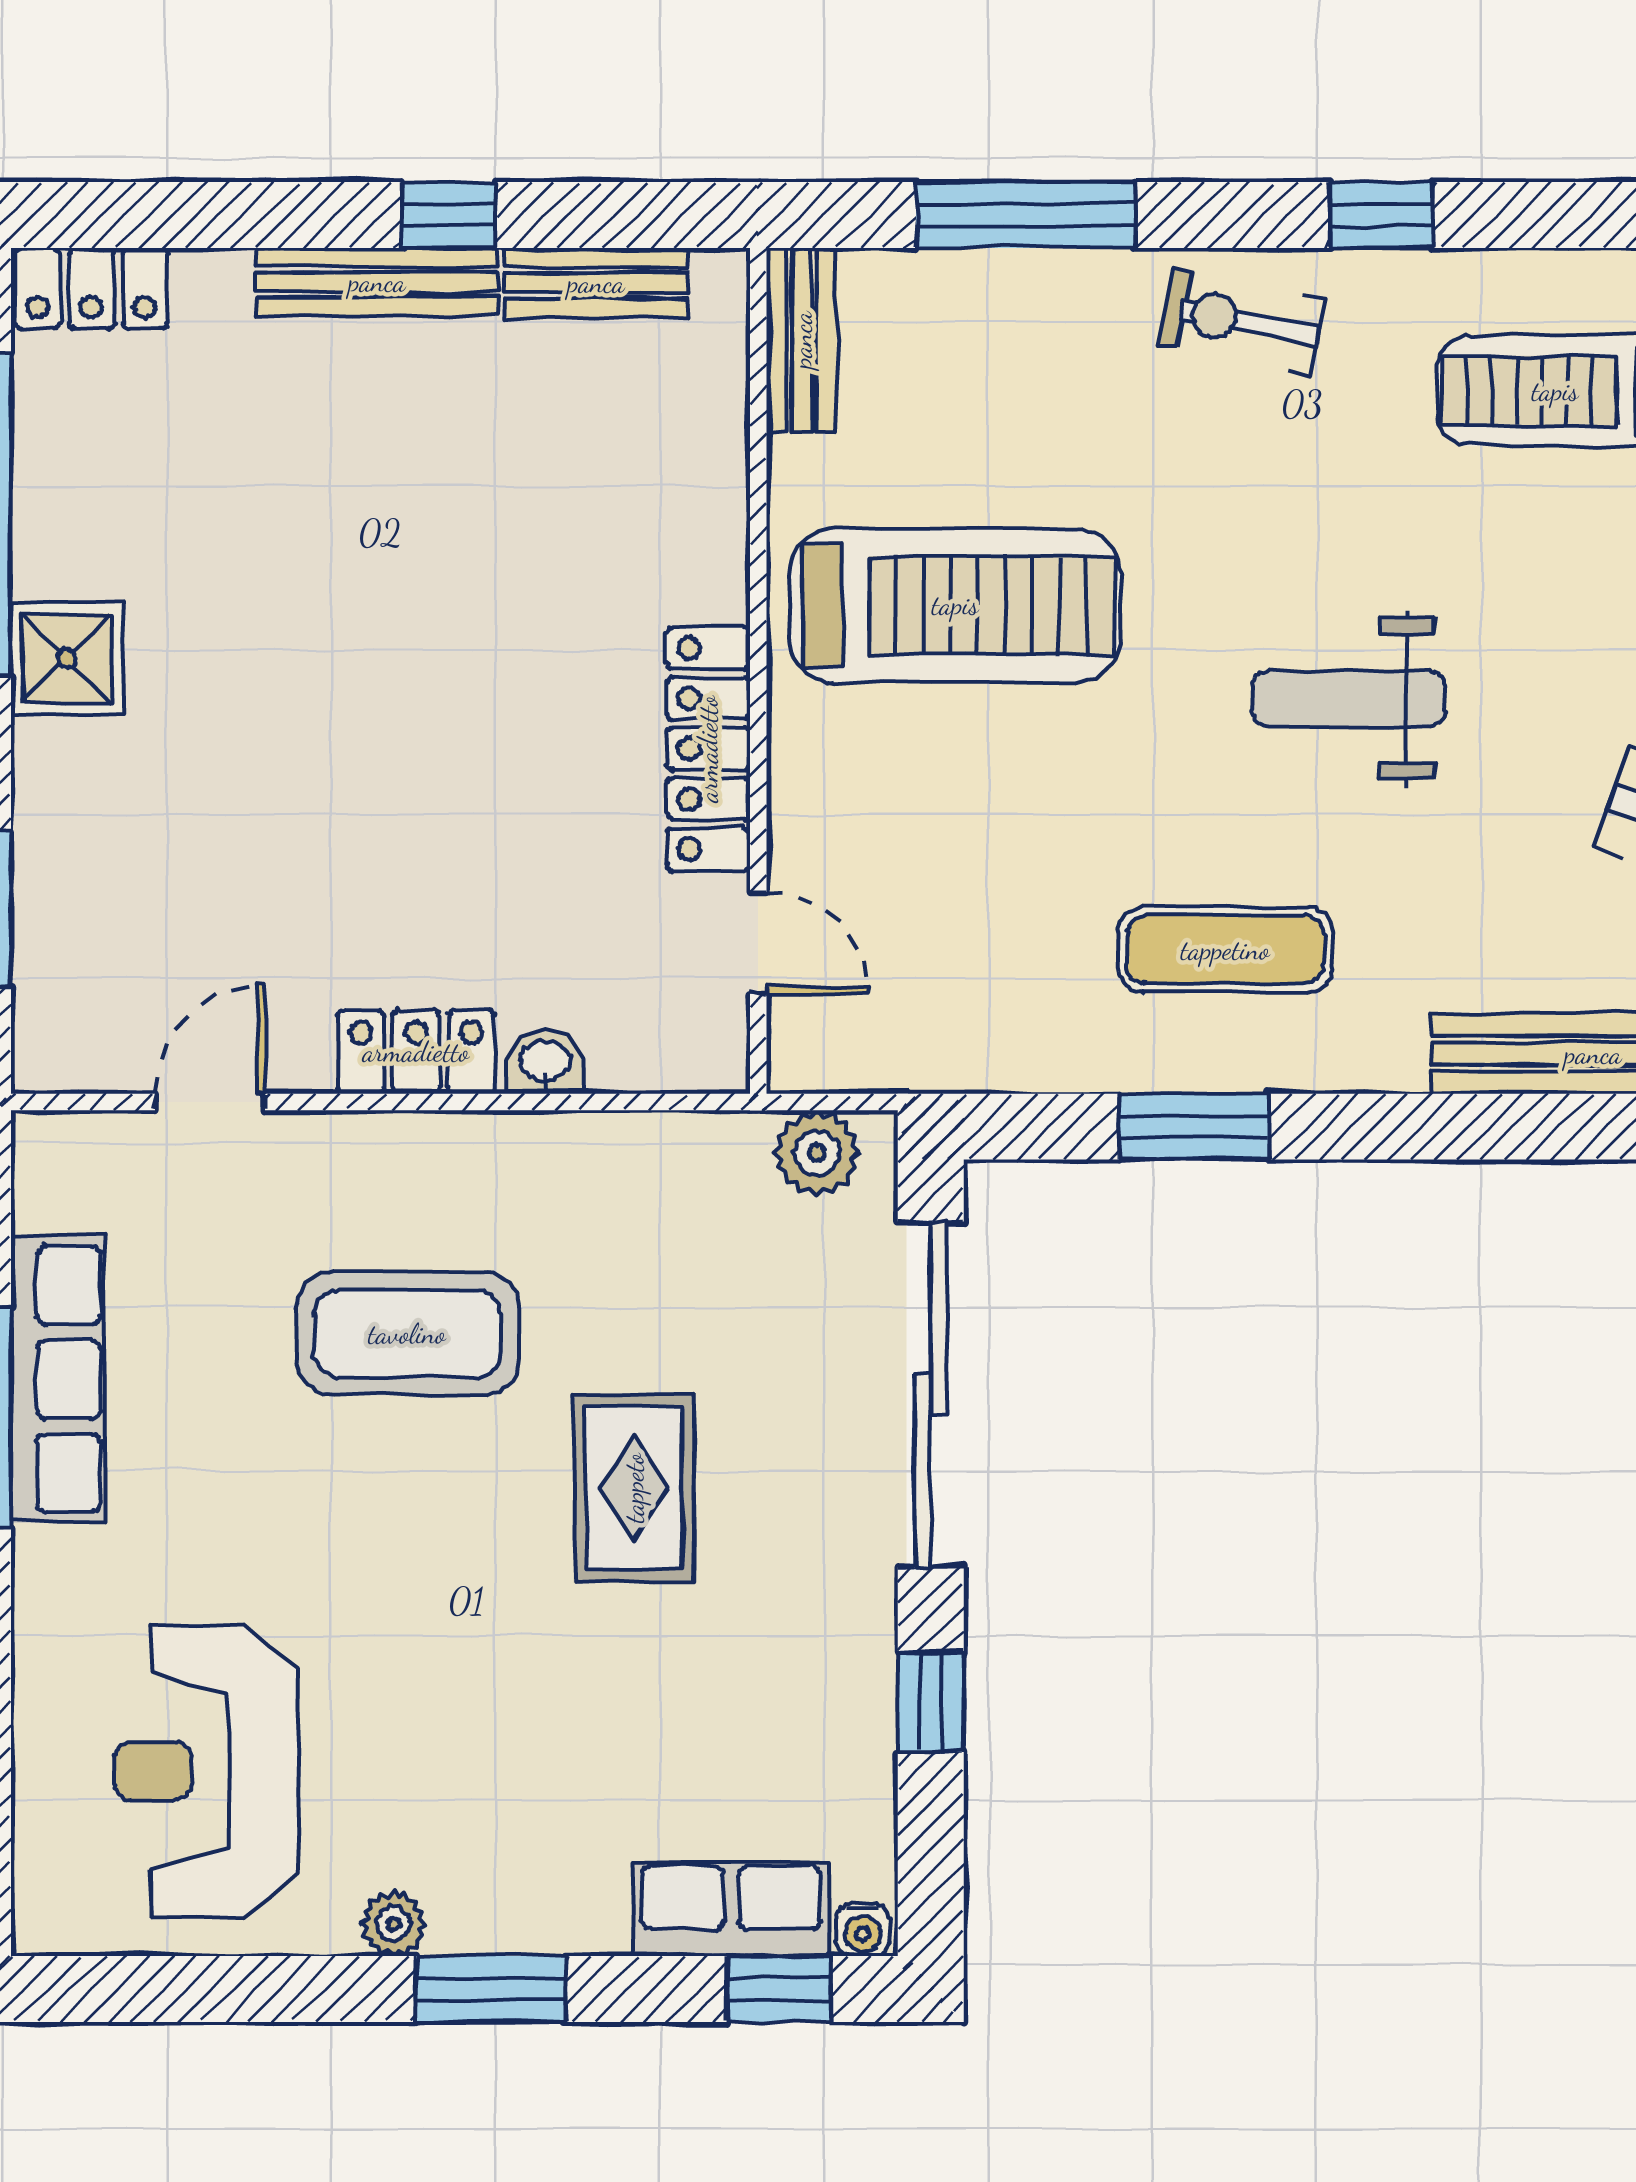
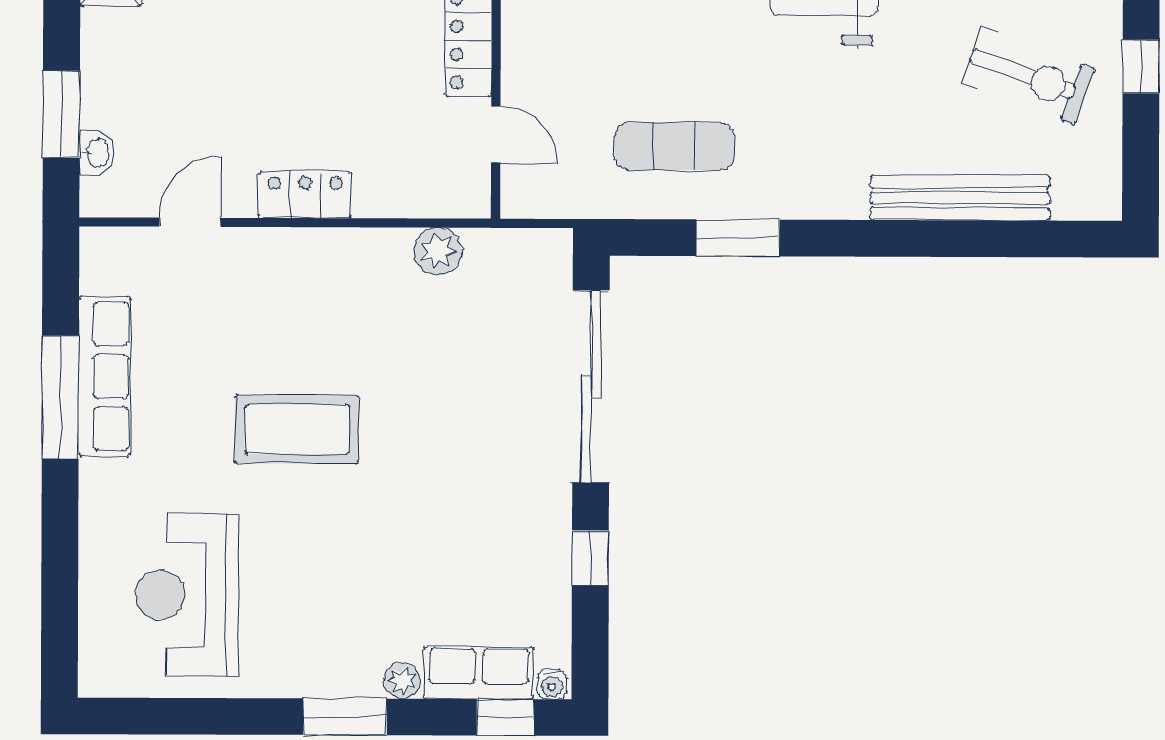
exercise mat: (1225, 950) -> (674, 146), moved
washbasin: (545, 1062) -> (97, 153), moved, turned 90
plant: (817, 1153) -> (437, 251), moved
coffee table: (407, 1334) -> (297, 429), moved
rug: (634, 1488) -> (425, 438), removed
plant: (393, 1924) -> (402, 681), moved

